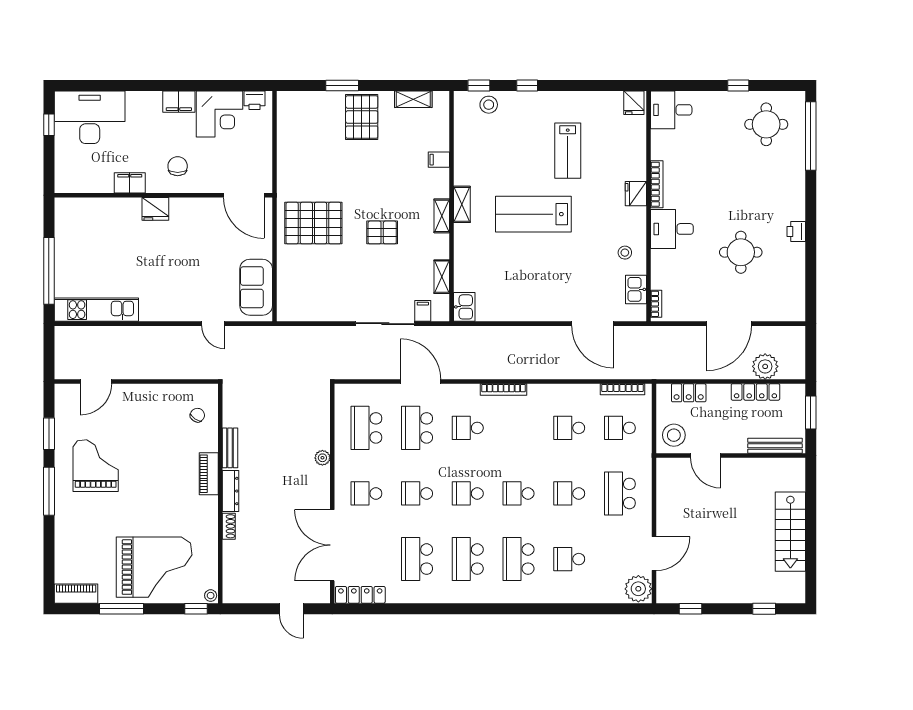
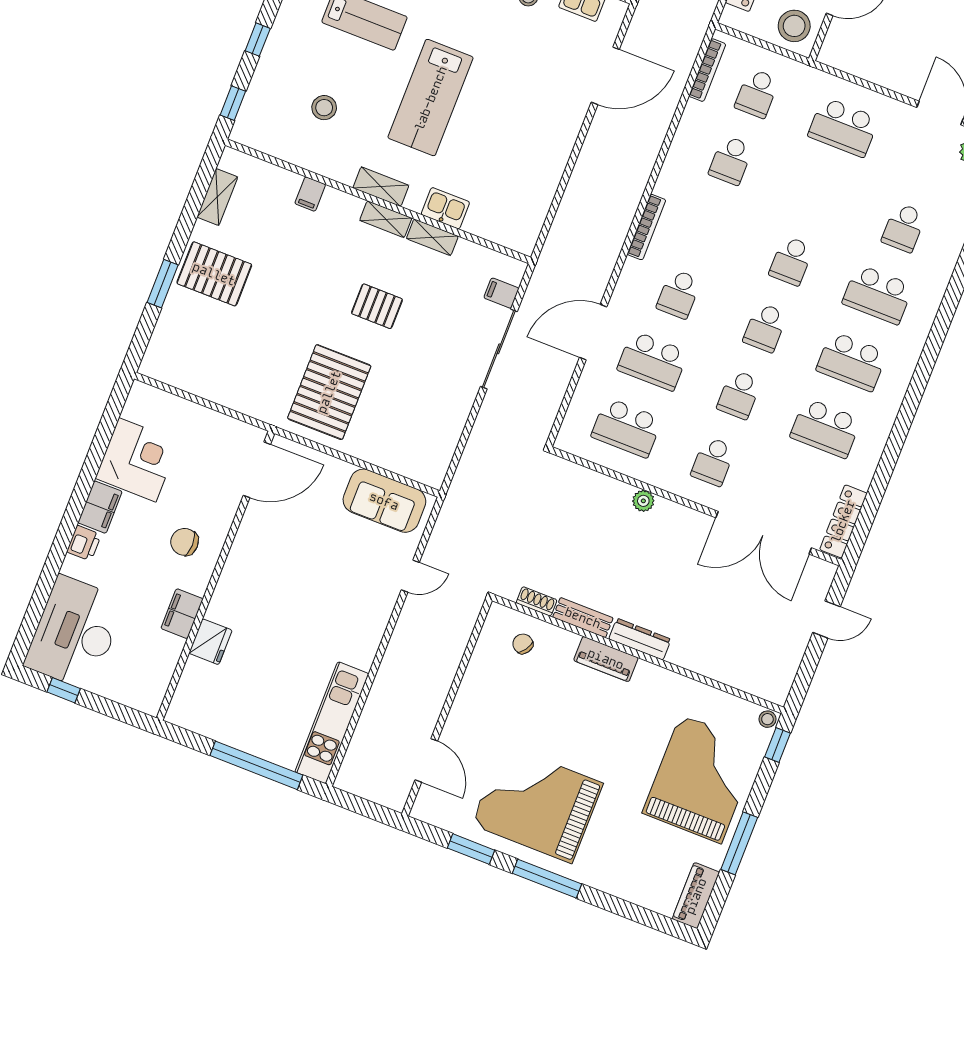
printer: (254, 100) -> (84, 543), moved
stool: (489, 105) -> (324, 108), moved
fridge: (155, 209) -> (210, 642), moved
pallet: (382, 232) -> (377, 306), turned 90
shelving: (442, 277) -> (432, 237), moved
kitchen sink: (464, 307) -> (445, 208), moved
grand piano: (96, 466) -> (537, 804), width x1.37, depth x1.48
school desk: (569, 493) -> (817, 194), removed
shoe rack: (229, 526) -> (537, 601), moved

